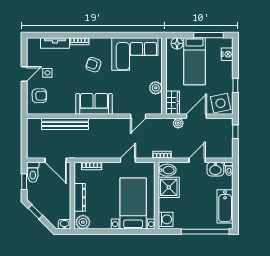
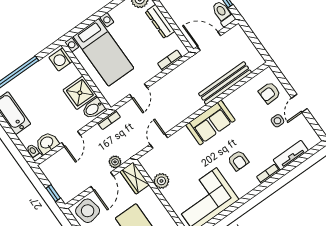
armchair: (93, 65) -> (238, 160), turned 71

